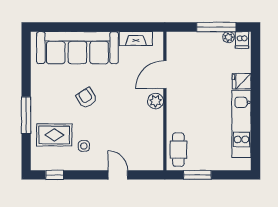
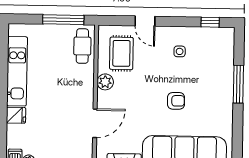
armchair: (86, 98) -> (176, 101), turned -59
plant: (156, 101) -> (105, 82), moved
rug: (54, 135) -> (121, 53), moved, turned 90
window: (197, 175) -> (63, 20), width x1.44

